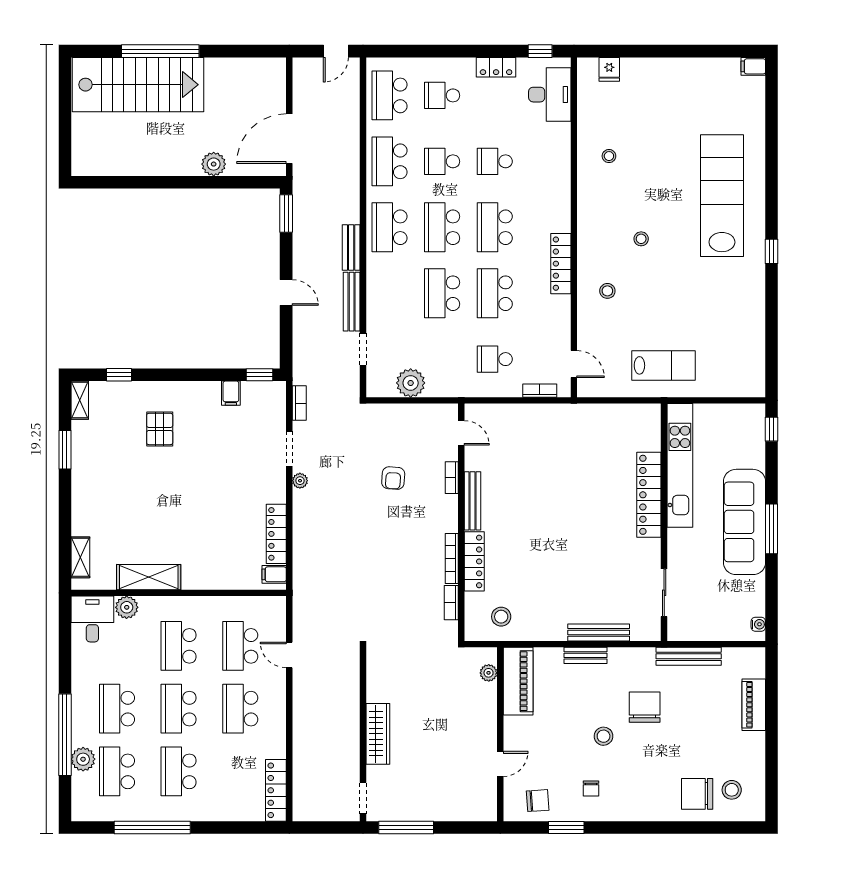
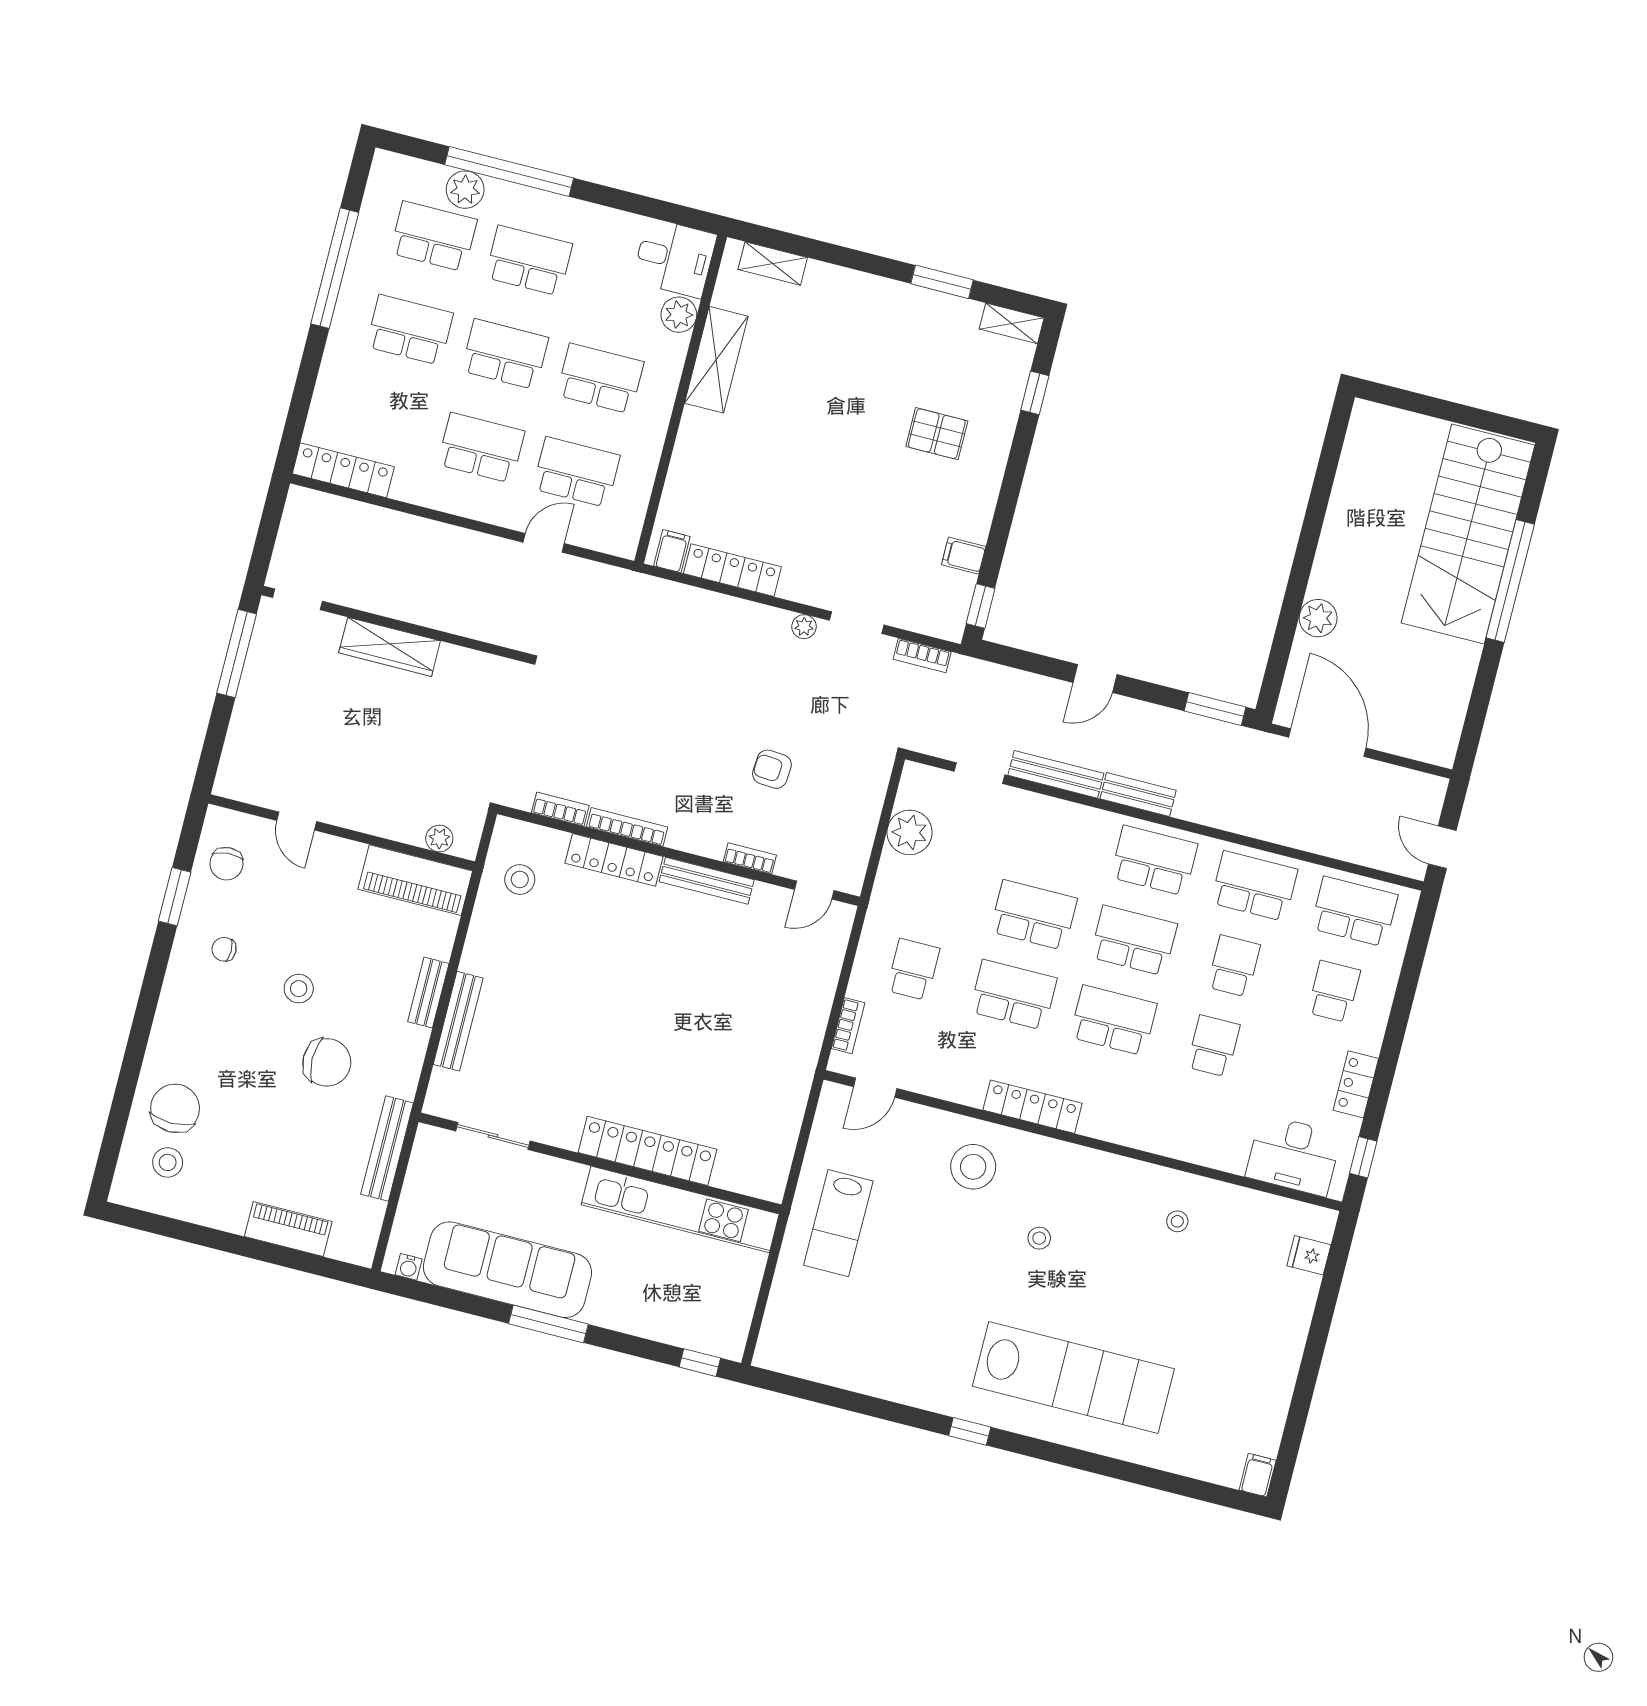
stool: (607, 291) -> (973, 1167), width x1.89, depth x1.89
sofa: (744, 522) -> (507, 1270), moved

